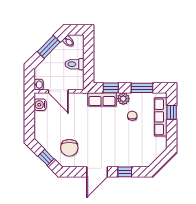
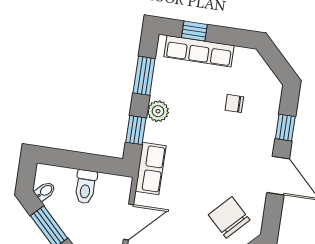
row of seats: (102, 99) -> (151, 168), moved
chair: (132, 116) -> (234, 103), moved
chair: (69, 148) -> (229, 217), turned -136

